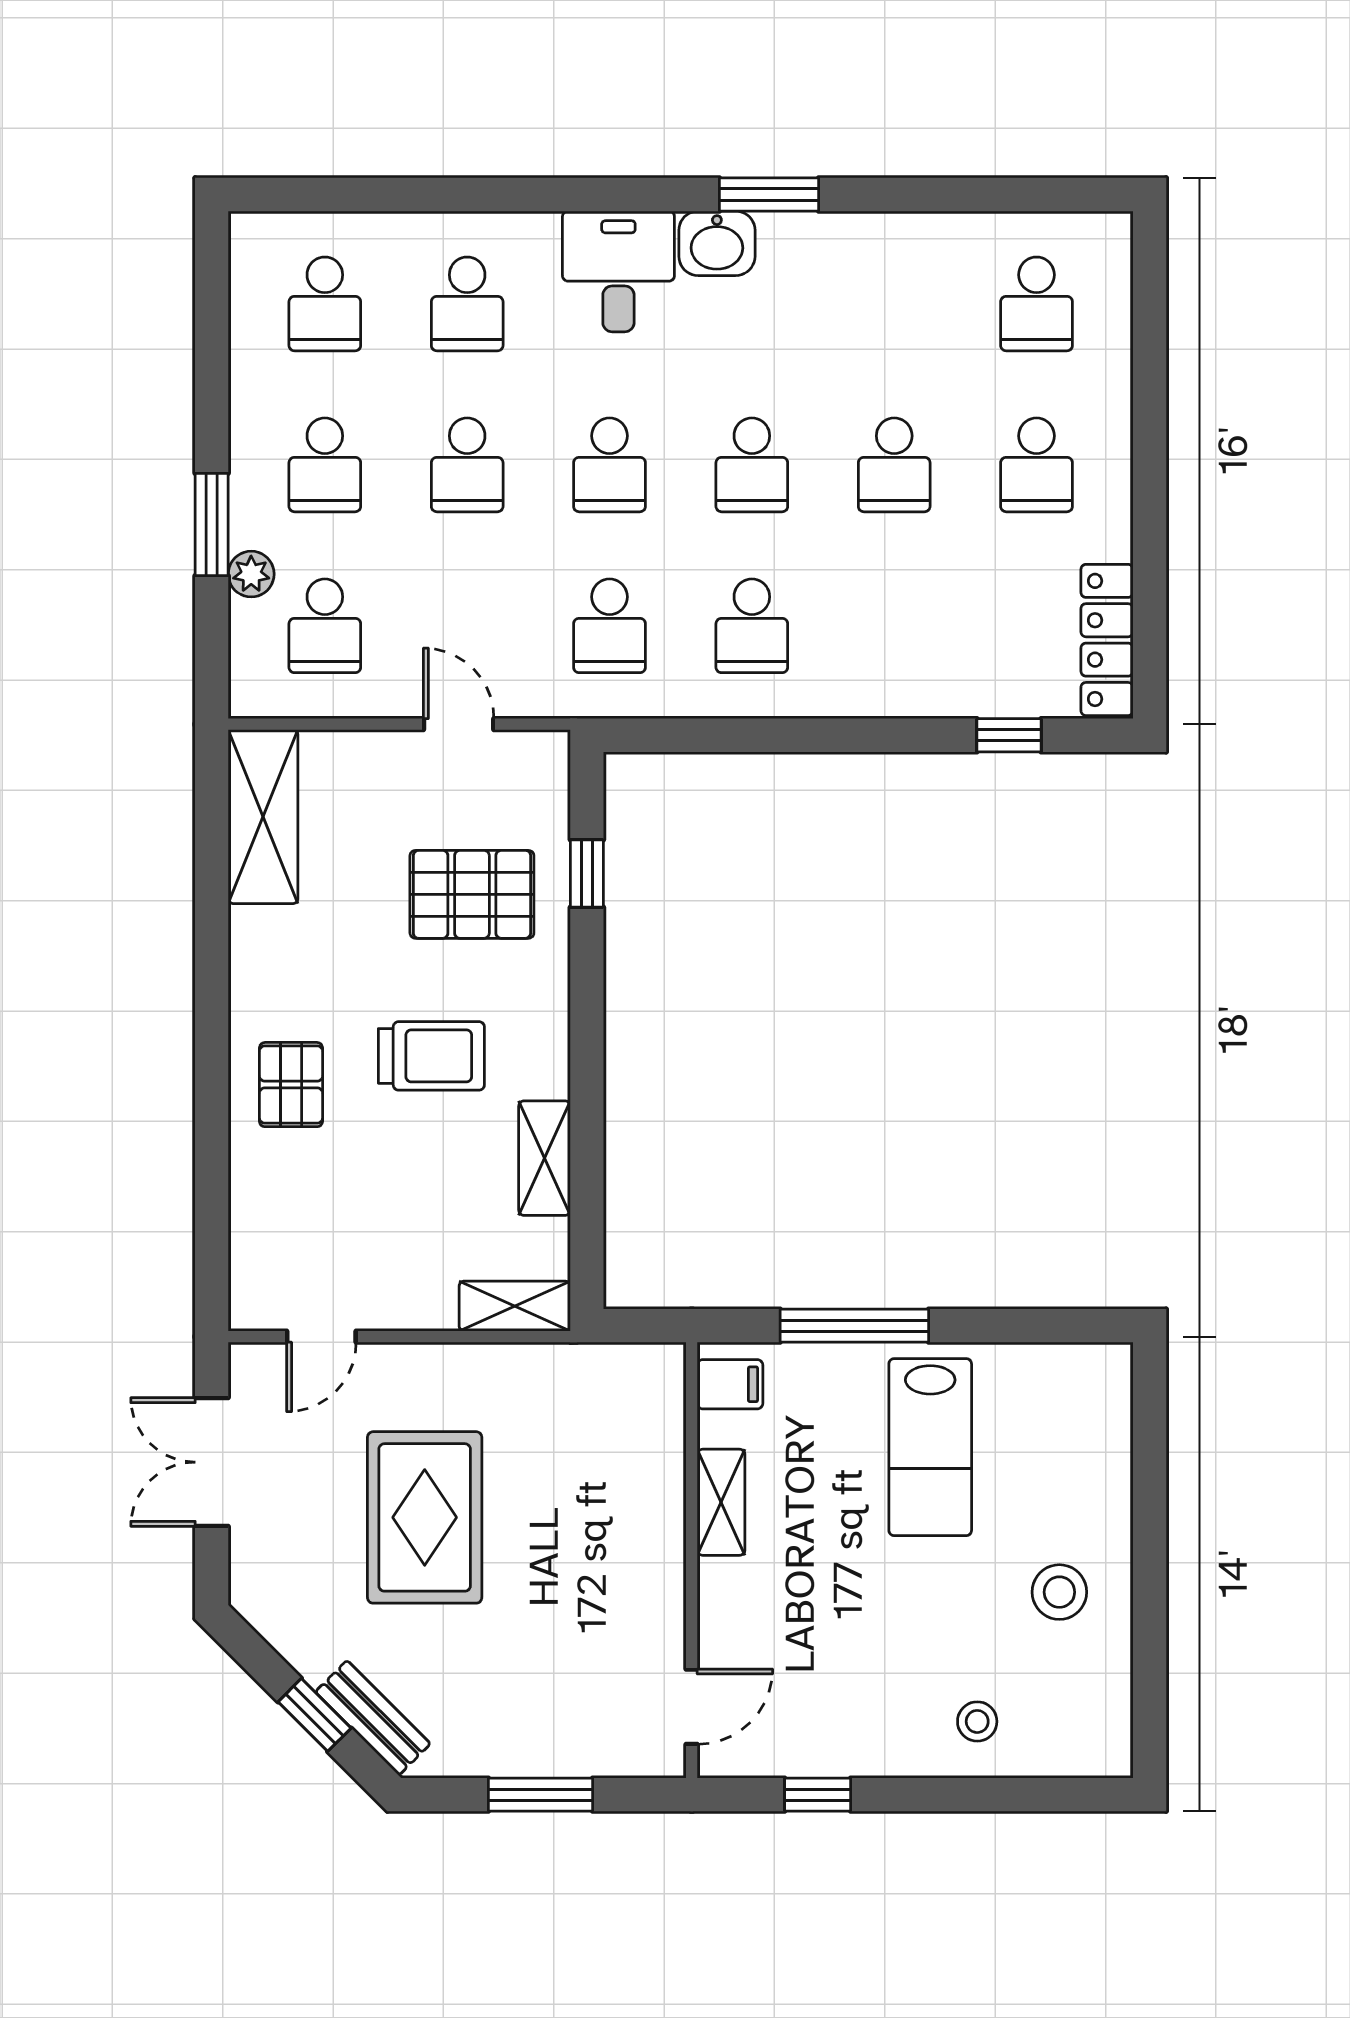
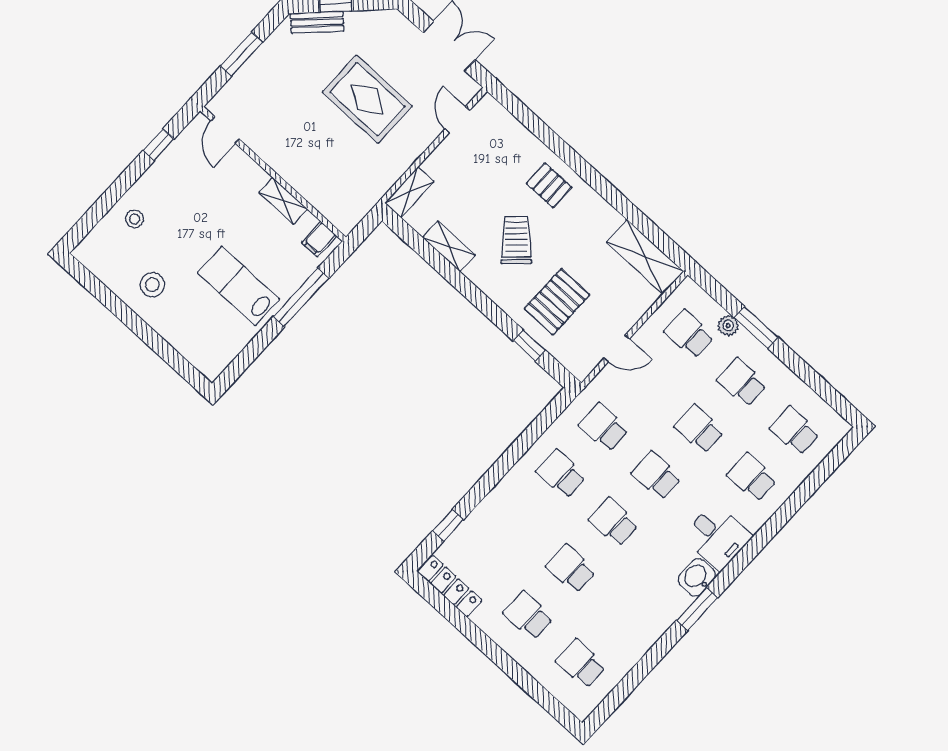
trolley: (431, 1056) -> (516, 240), turned 137

